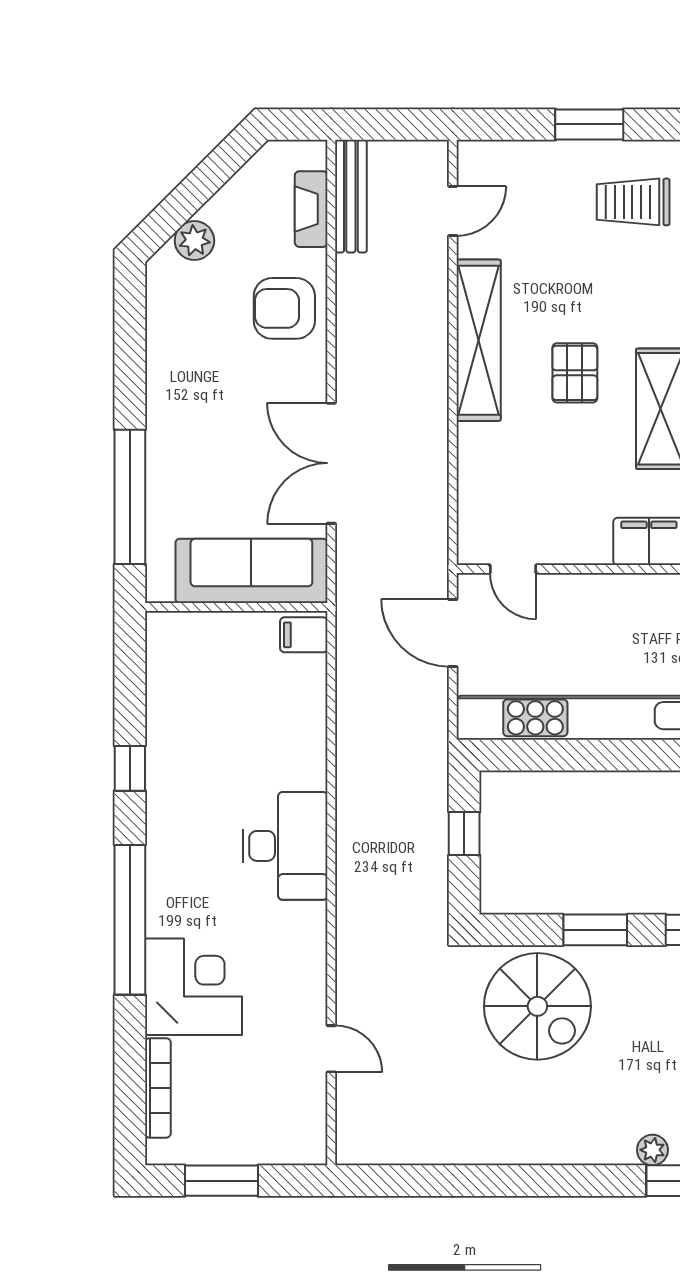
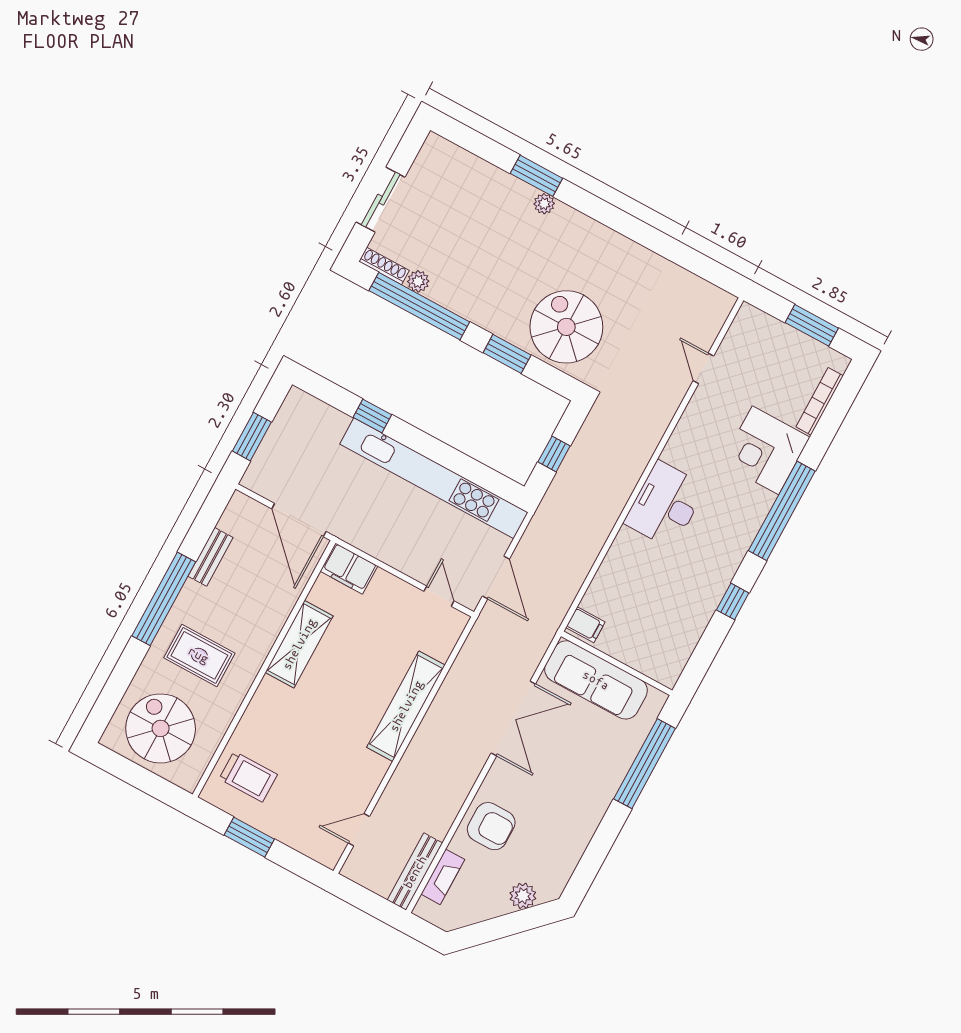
shelving: (479, 340) -> (406, 706), moved
pallet: (575, 373) -> (338, 693), removed

